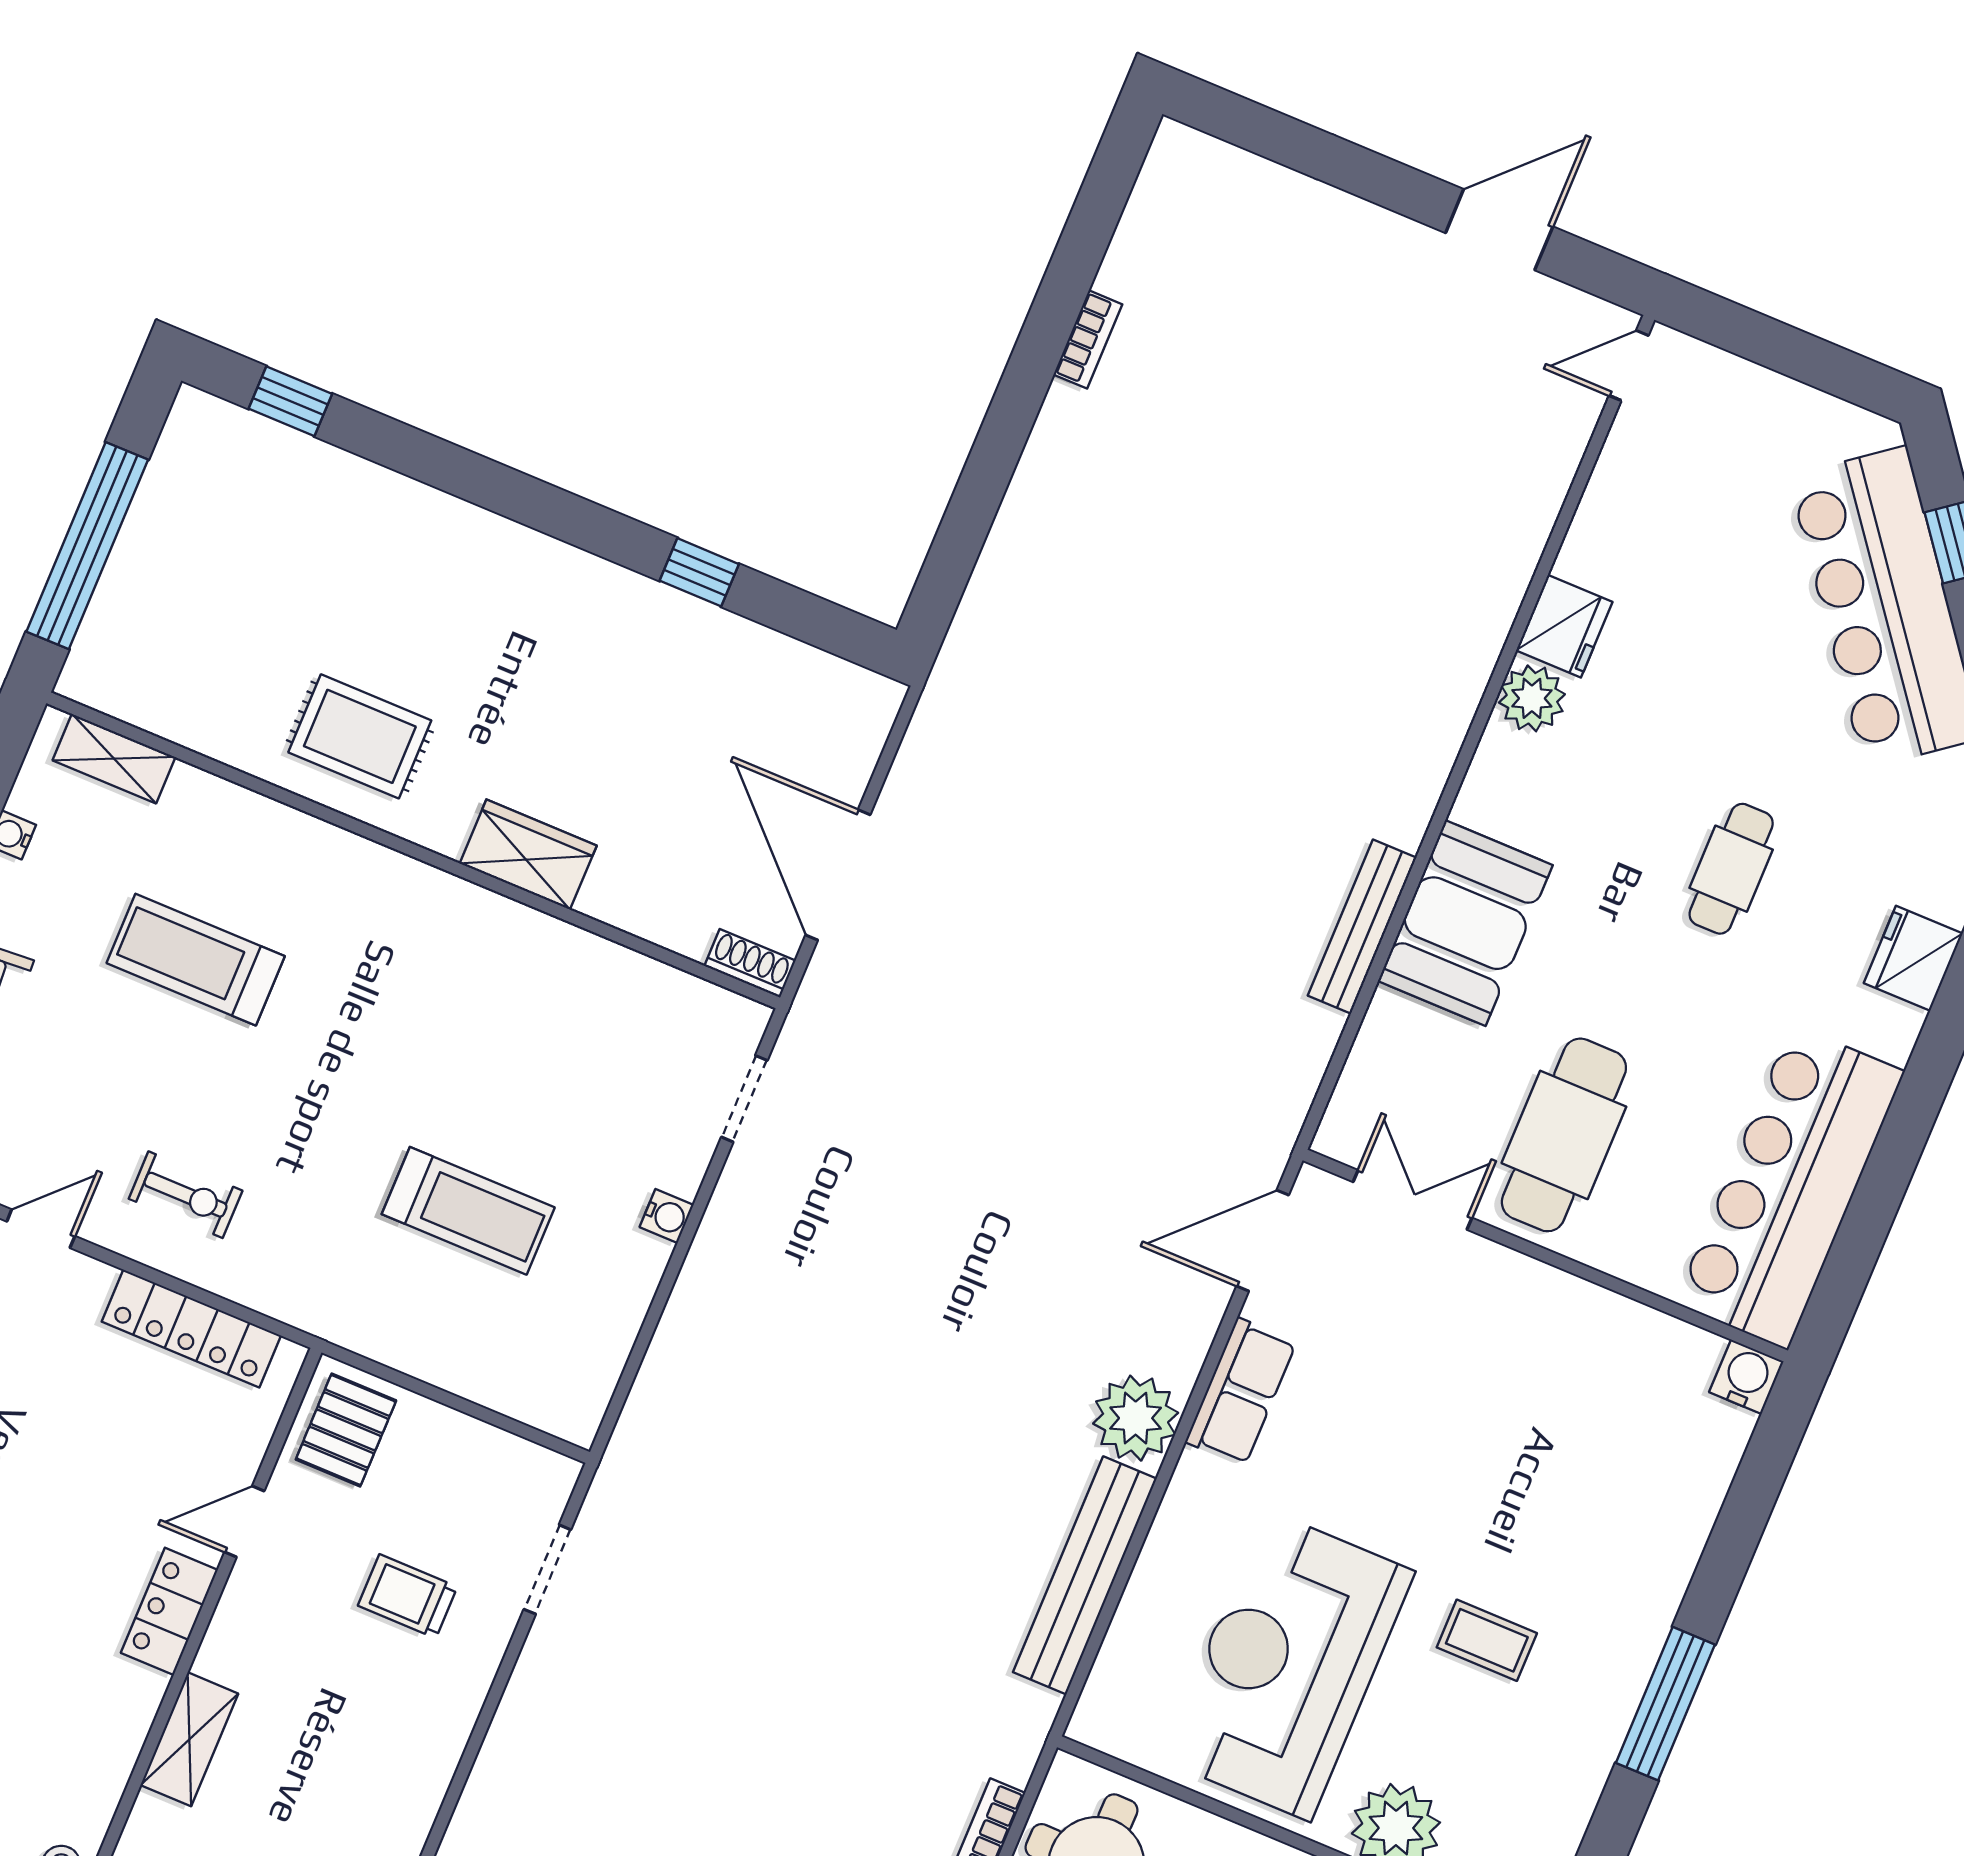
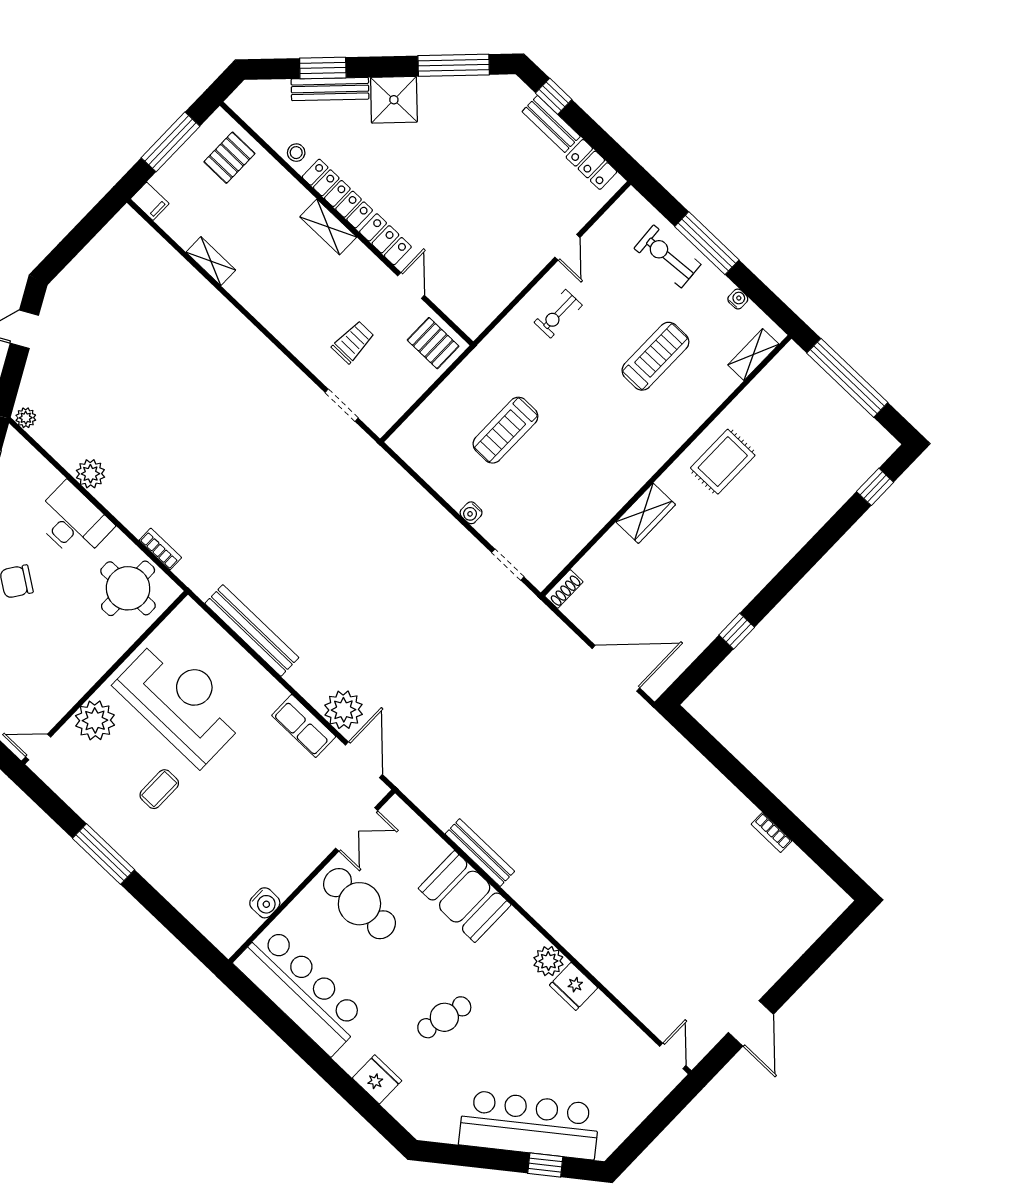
cafe table: (1731, 869) -> (444, 1017), turned -76
door: (838, 875) -> (616, 668), moved
locker: (191, 1329) -> (337, 194), moved, turned 90
water cooler: (1746, 1377) -> (265, 903), moved
plant: (1136, 1418) -> (344, 710), moved

